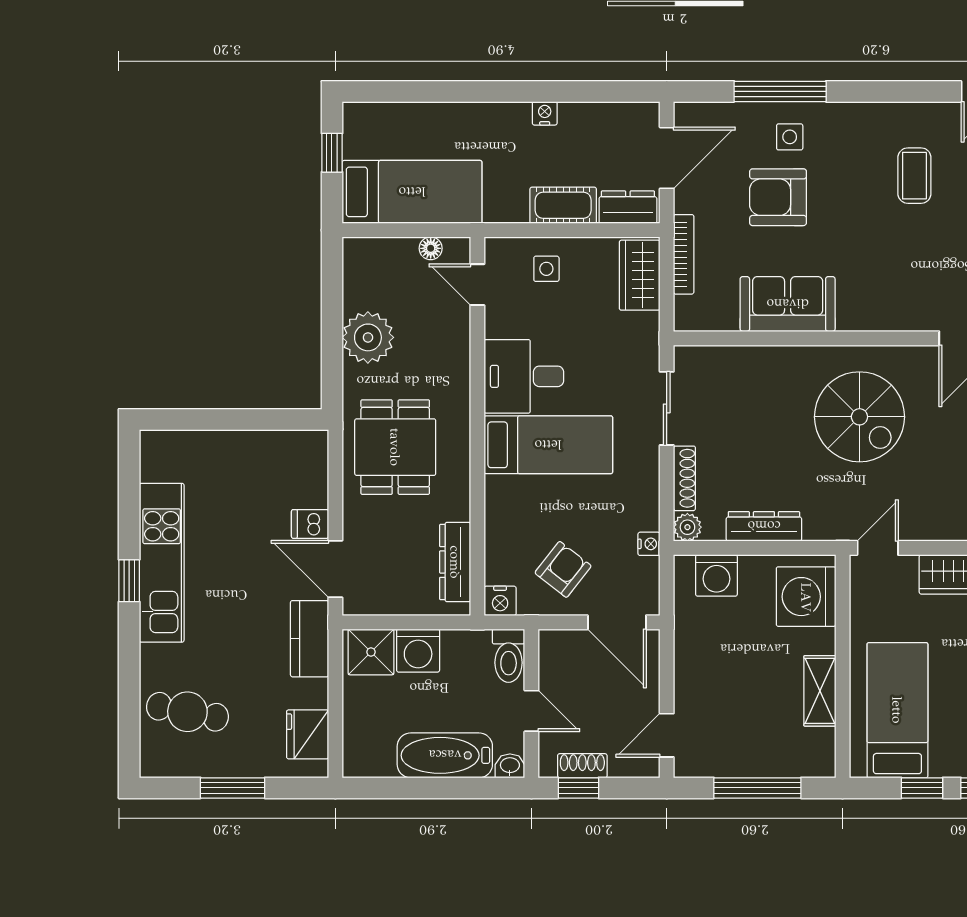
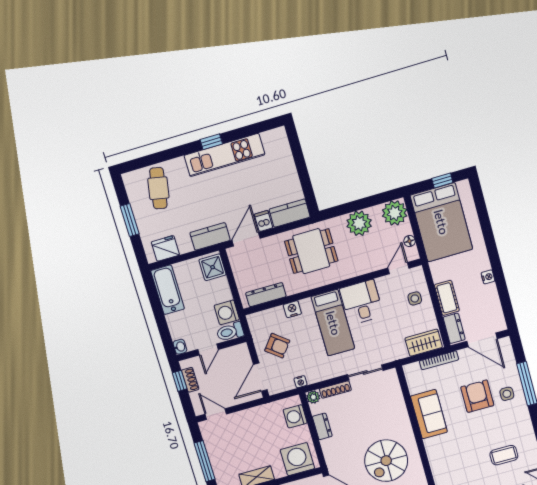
bed: (412, 192) -> (441, 222), width x1.50
plant: (368, 262) -> (395, 213), added
kitchen counter: (309, 468) -> (290, 213), added
dresser: (764, 526) -> (322, 426), width x0.70
nightstand: (500, 601) -> (292, 309), moved, turned 90
washing machine: (418, 651) -> (227, 312), moved
bathtub: (445, 755) -> (168, 290), moved

